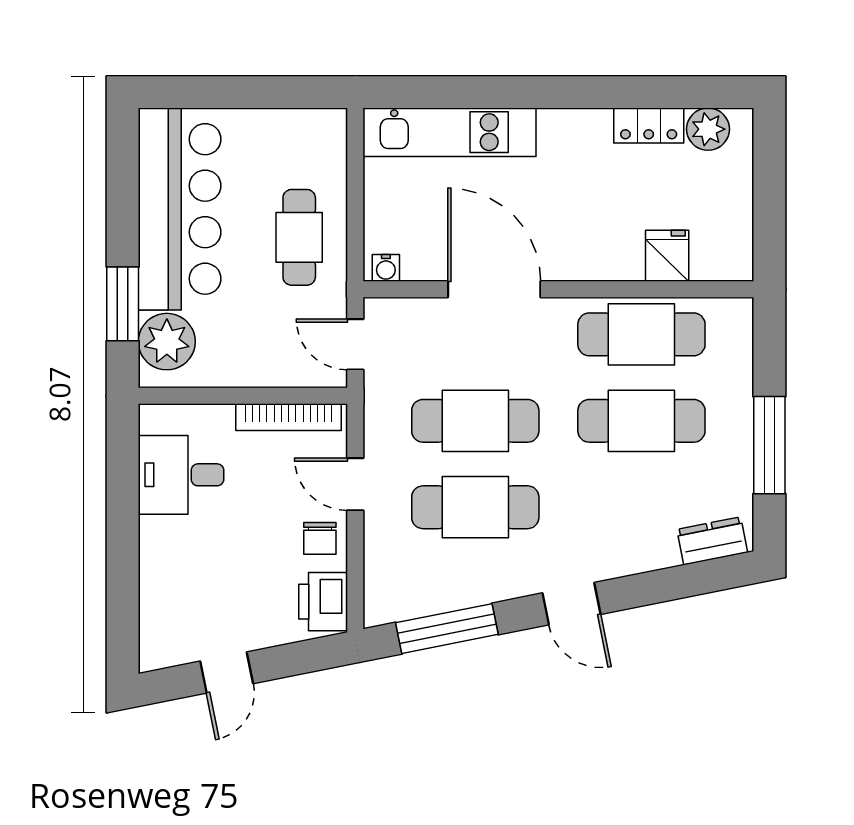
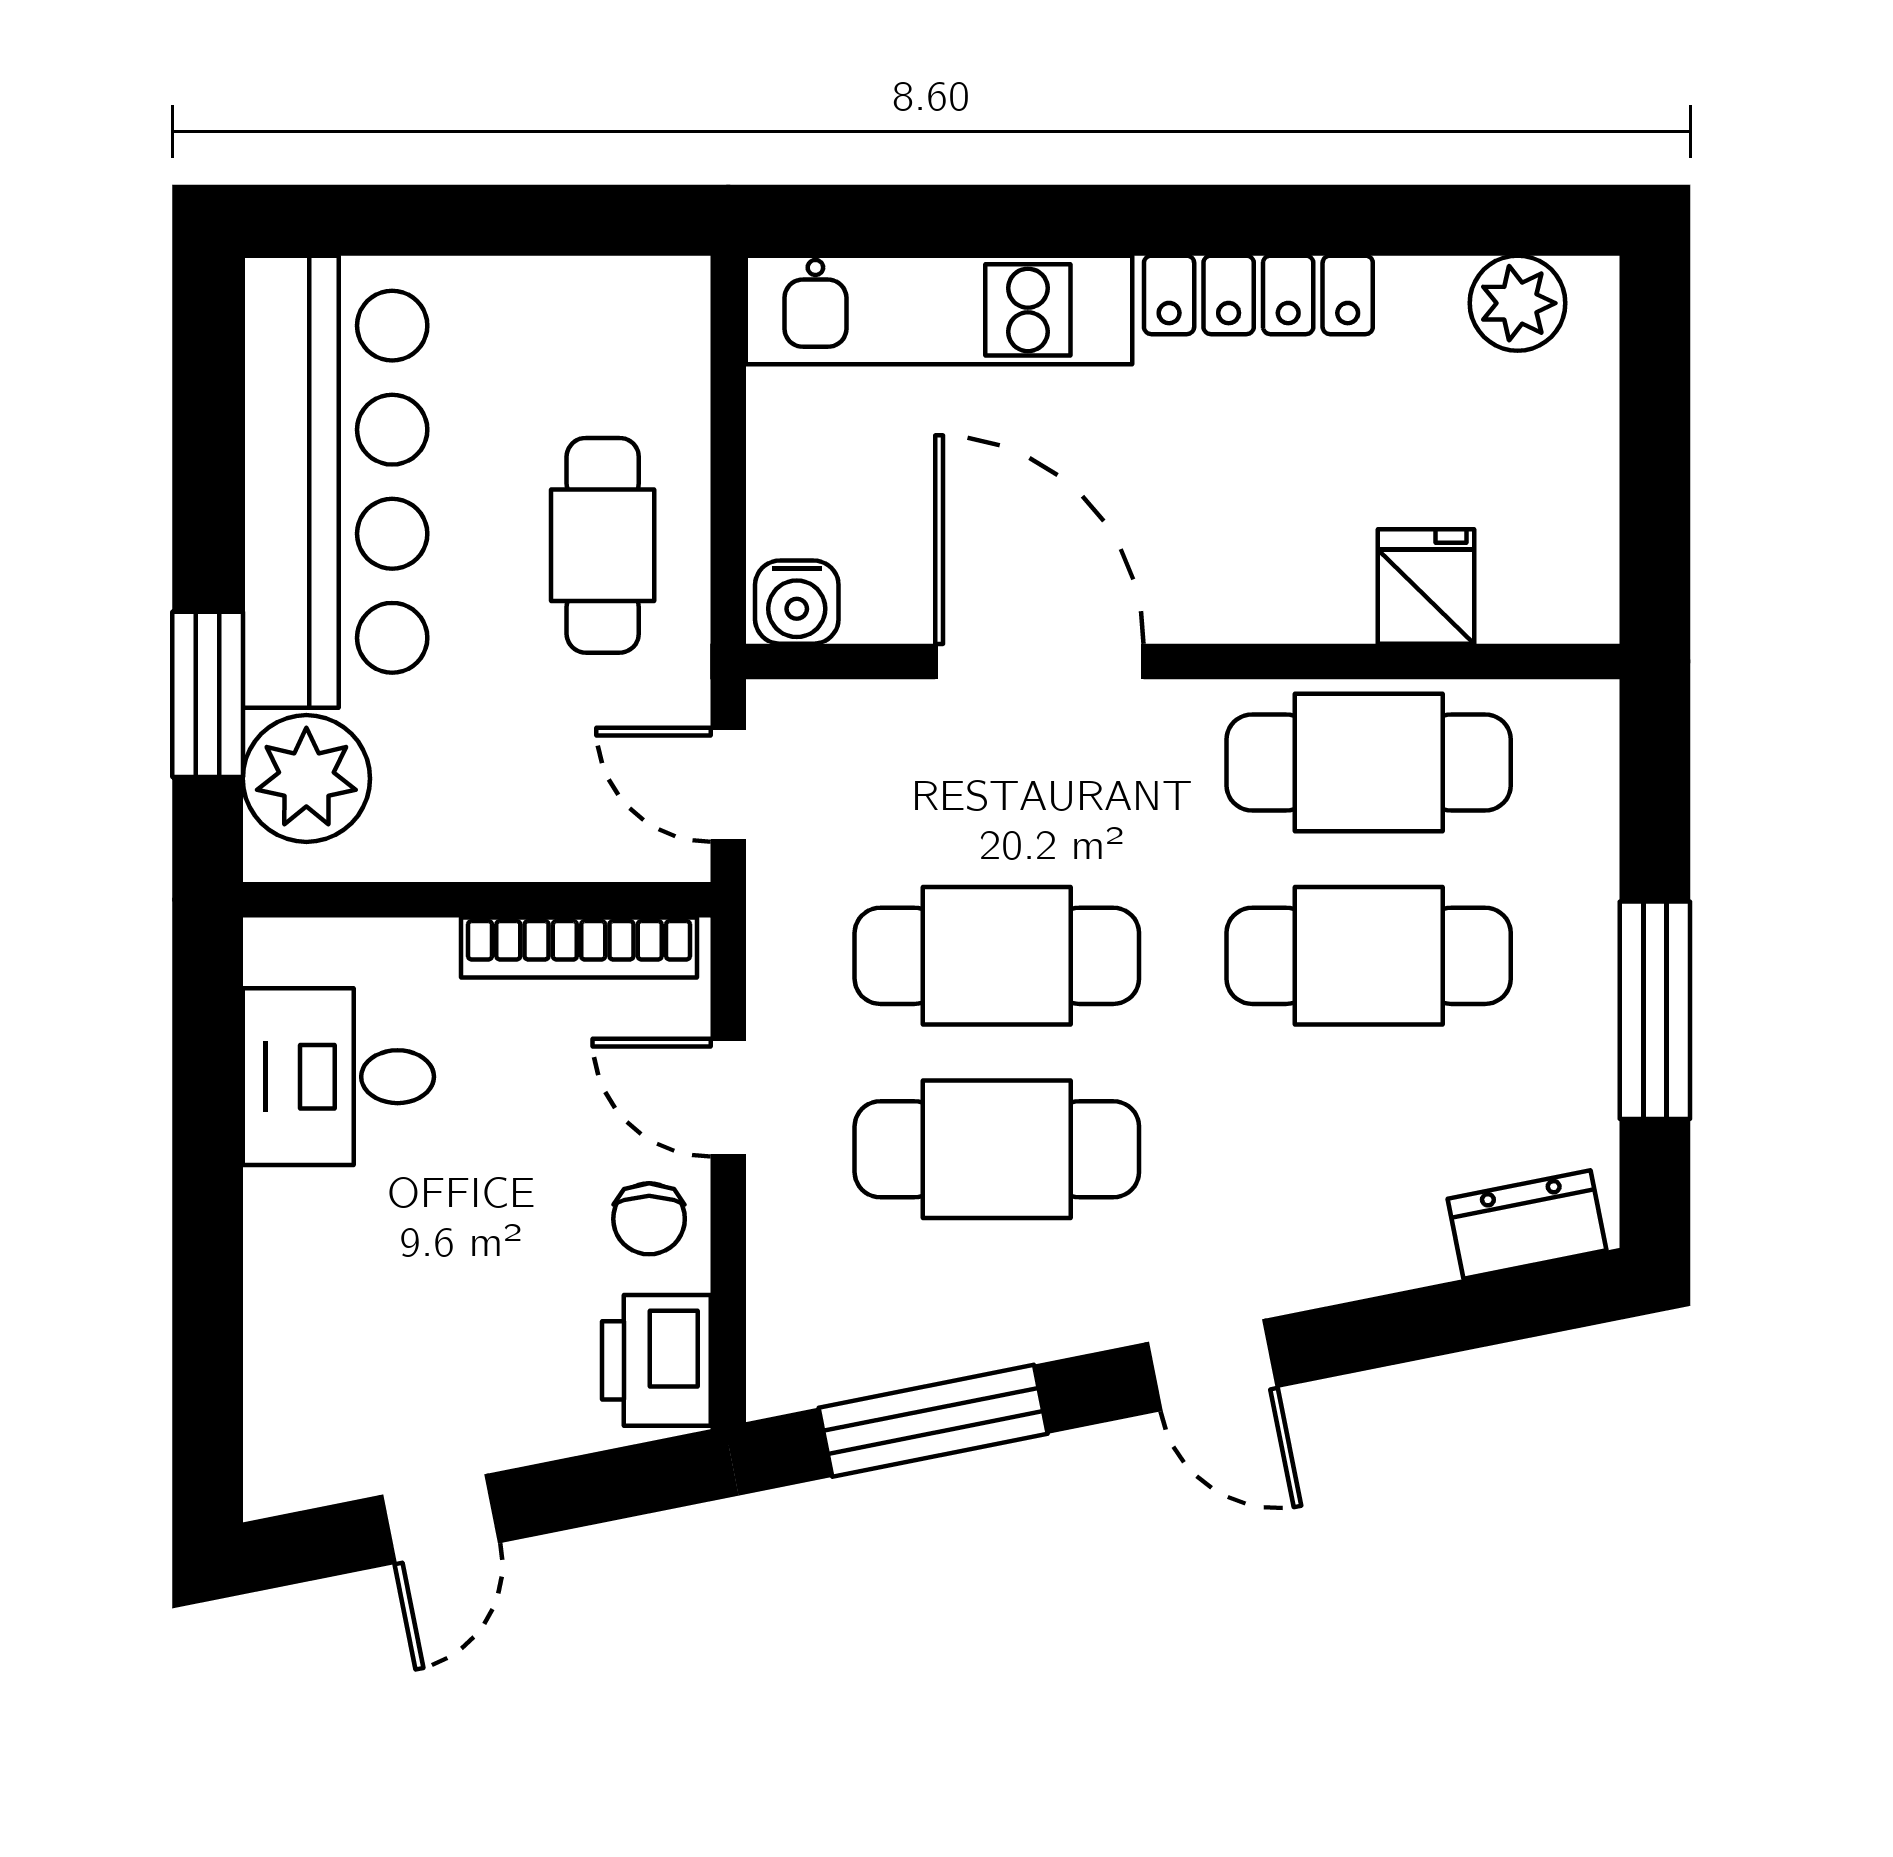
locker: (649, 125) -> (1258, 295), moved, width x1.53
water cooler: (386, 268) -> (797, 602), width x1.38, depth x1.38

